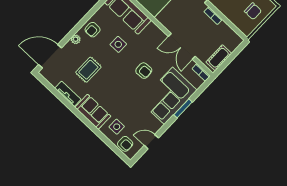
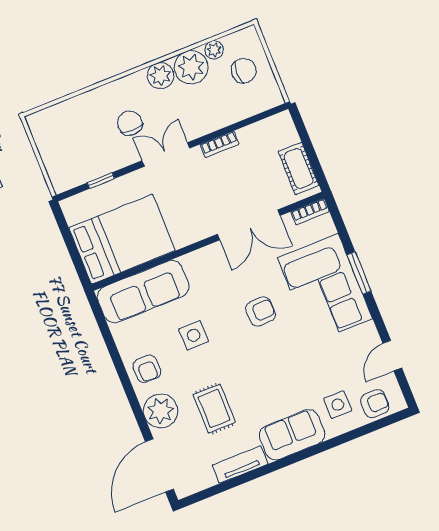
plant: (76, 39) -> (161, 411), width x1.87, depth x1.87

